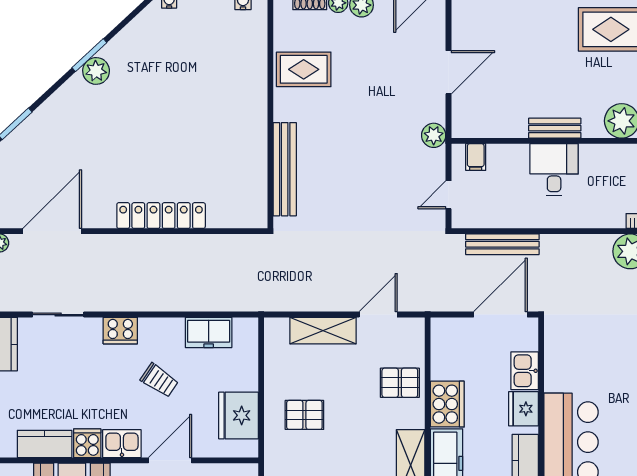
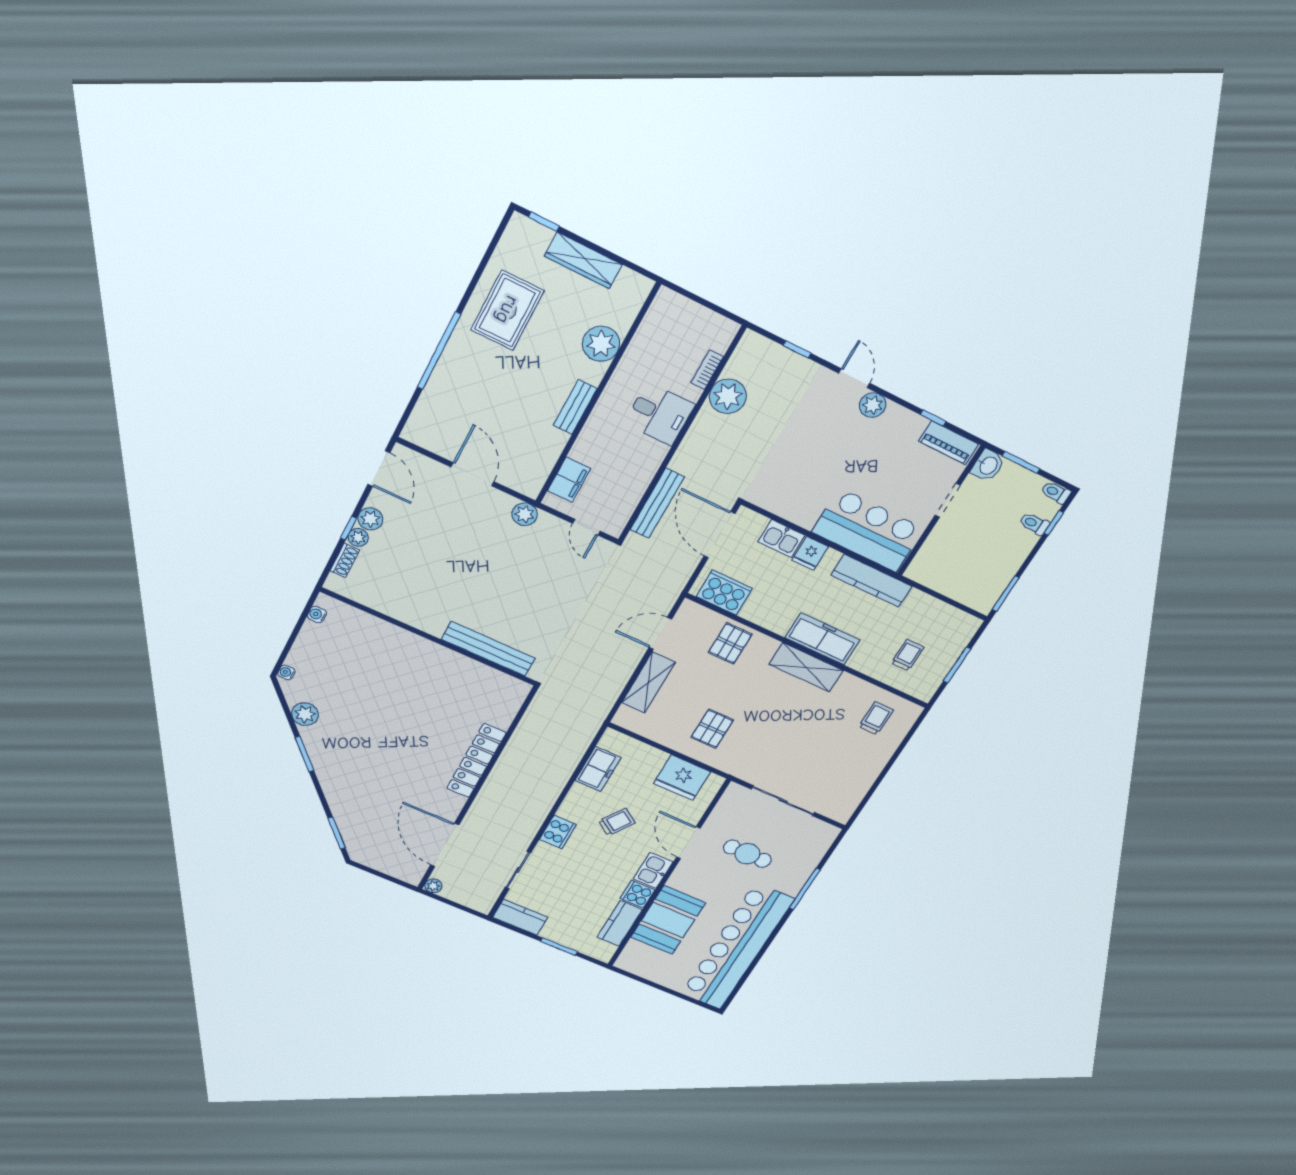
rug: (304, 69) -> (406, 593), removed
plant: (96, 71) -> (305, 714), moved
filing cabinet: (476, 157) -> (569, 480), width x2.00
desk: (554, 170) -> (660, 414), moved, turned 180
door: (378, 315) -> (660, 633), hinge flipped
cooker: (447, 404) -> (724, 592), moved
fridge: (524, 409) -> (810, 553), width x0.72

